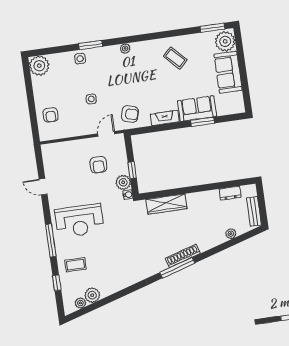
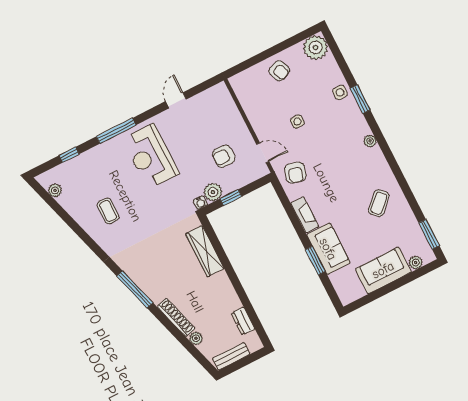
plant: (225, 41) -> (416, 263), width x0.53, depth x0.53
armchair: (51, 115) -> (279, 71), moved, turned -111
shoe rack: (183, 256) -> (176, 317), moved
coffee table: (75, 265) -> (108, 211), moved
plant: (92, 295) -> (69, 201), removed

